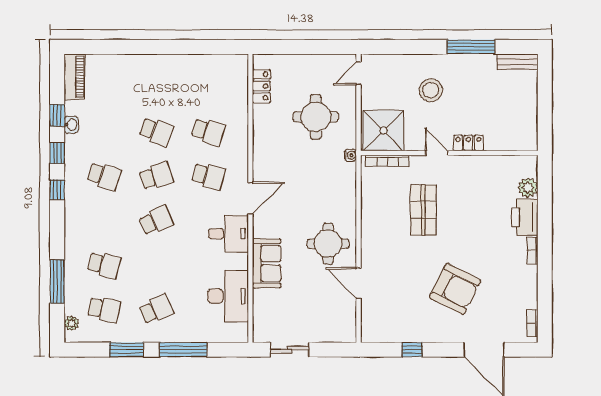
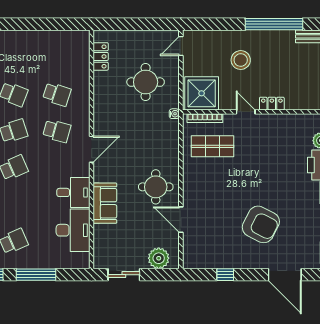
window: (471, 47) -> (274, 24), width x1.46
shop shelf: (423, 210) -> (212, 146), moved, turned 90
desk: (228, 234) -> (73, 192), moved
plant: (332, 330) -> (159, 258), added

